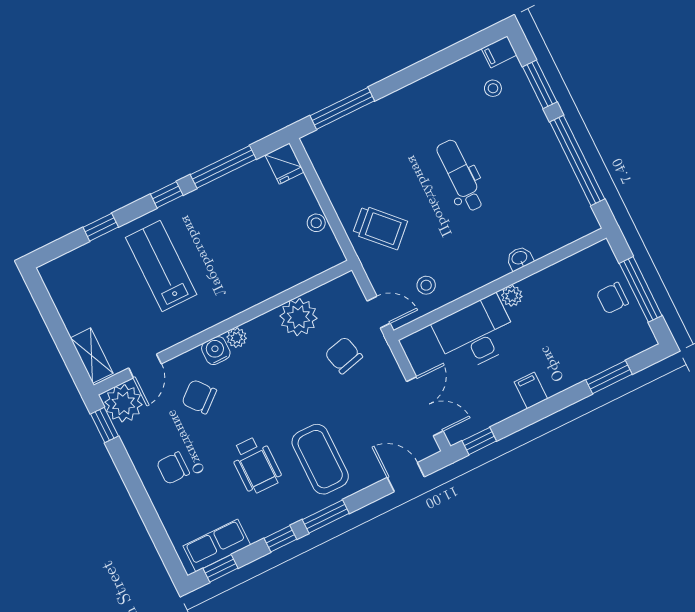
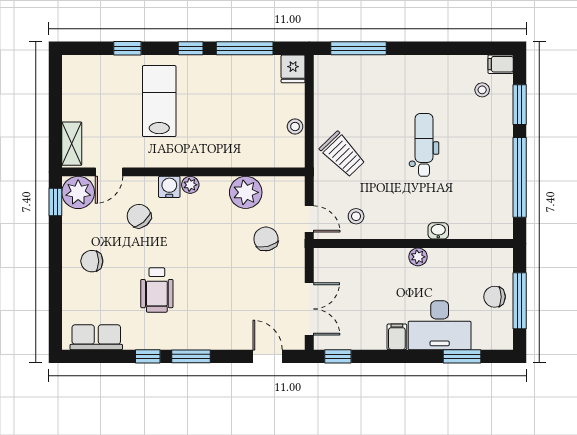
desk: (476, 334) -> (440, 325), moved, turned 180
coffee table: (320, 459) -> (209, 310), removed
window: (220, 568) -> (90, 356), removed

